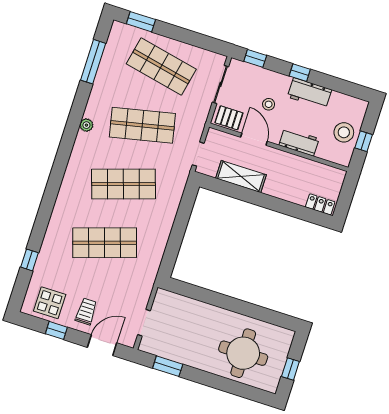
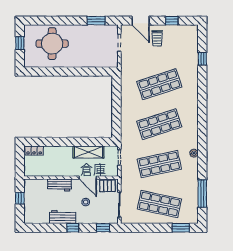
stool: (344, 132) -> (34, 200), removed
display table: (50, 303) -> (181, 36), removed
door: (102, 345) -> (141, 21), hinge flipped

